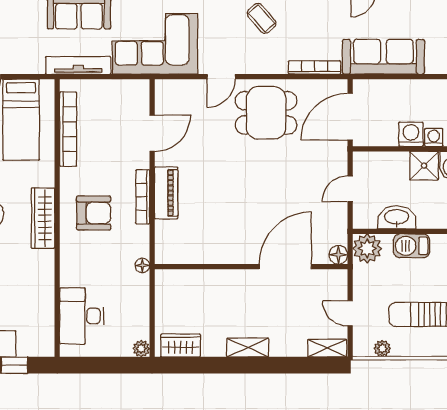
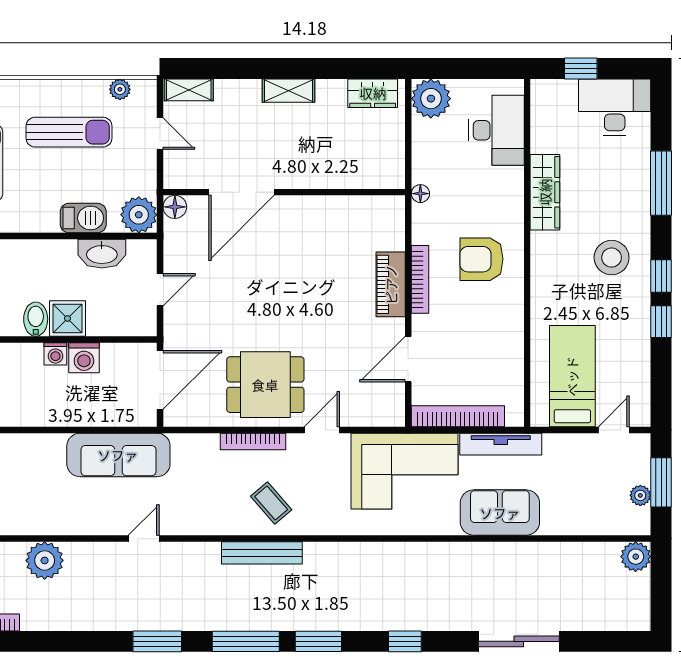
bookcase: (315, 68) -> (253, 441), moved
bookcase: (68, 129) -> (458, 416), moved, turned 90
wardrobe: (43, 218) -> (545, 192), moved
plant: (141, 349) -> (431, 99), width x1.88, depth x1.88

